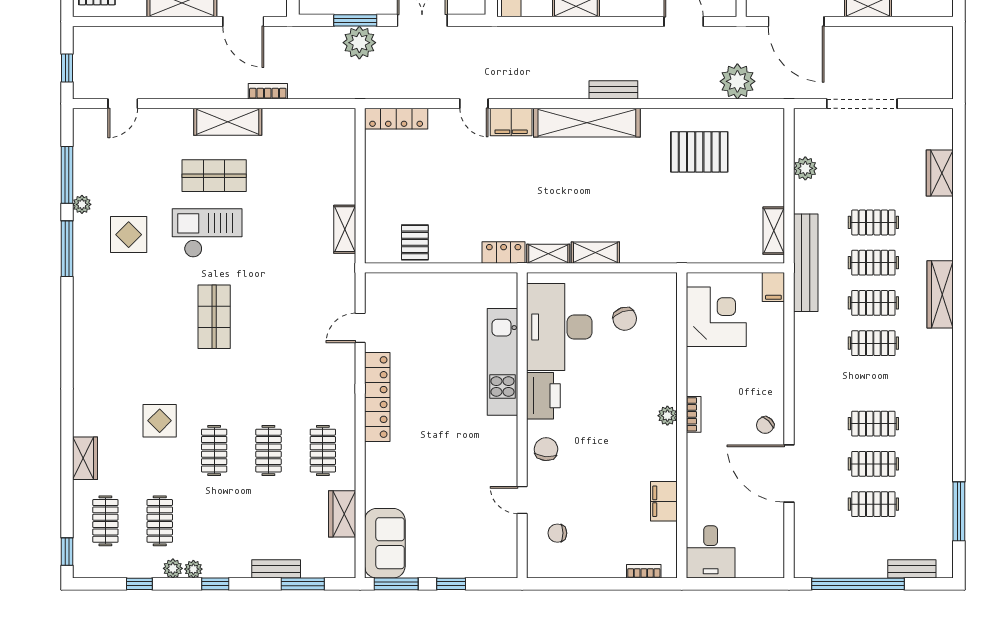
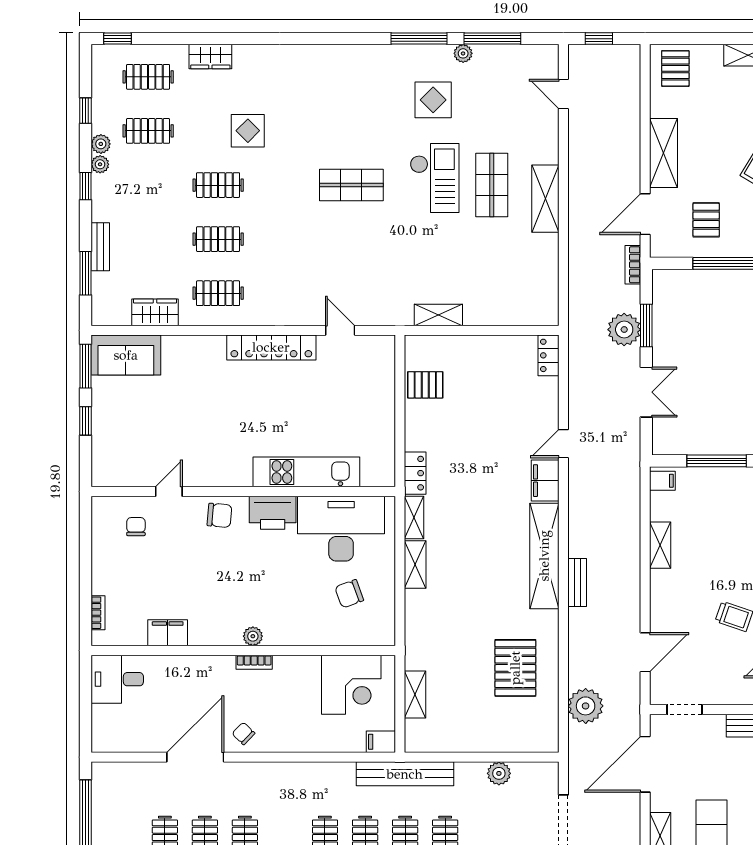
bookcase: (268, 91) -> (633, 265), moved, turned 180
locker: (396, 119) -> (548, 355), width x0.66
shelving: (774, 231) -> (415, 694), moved, turned 90

